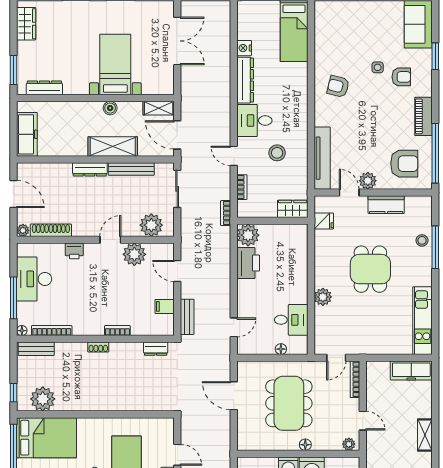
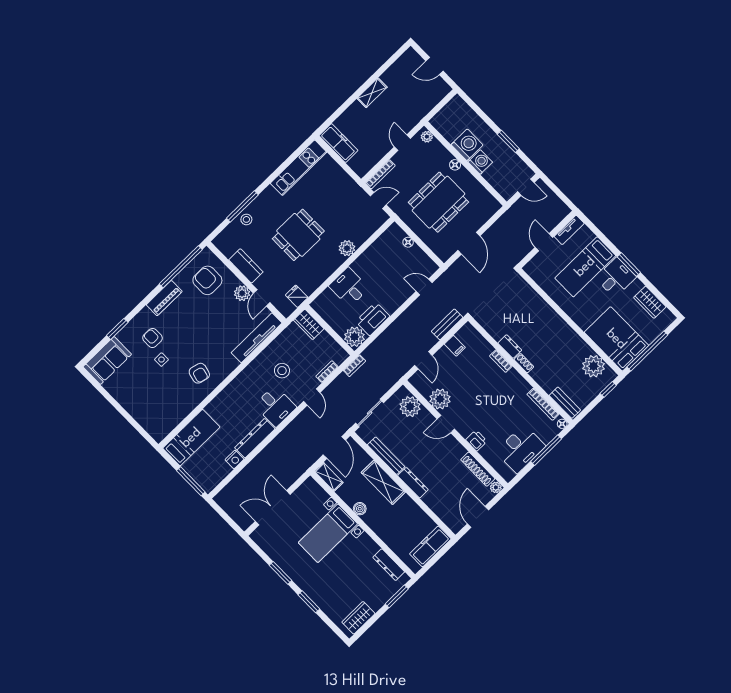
desk: (291, 320) -> (349, 287), moved
dresser: (156, 349) -> (510, 347), moved

